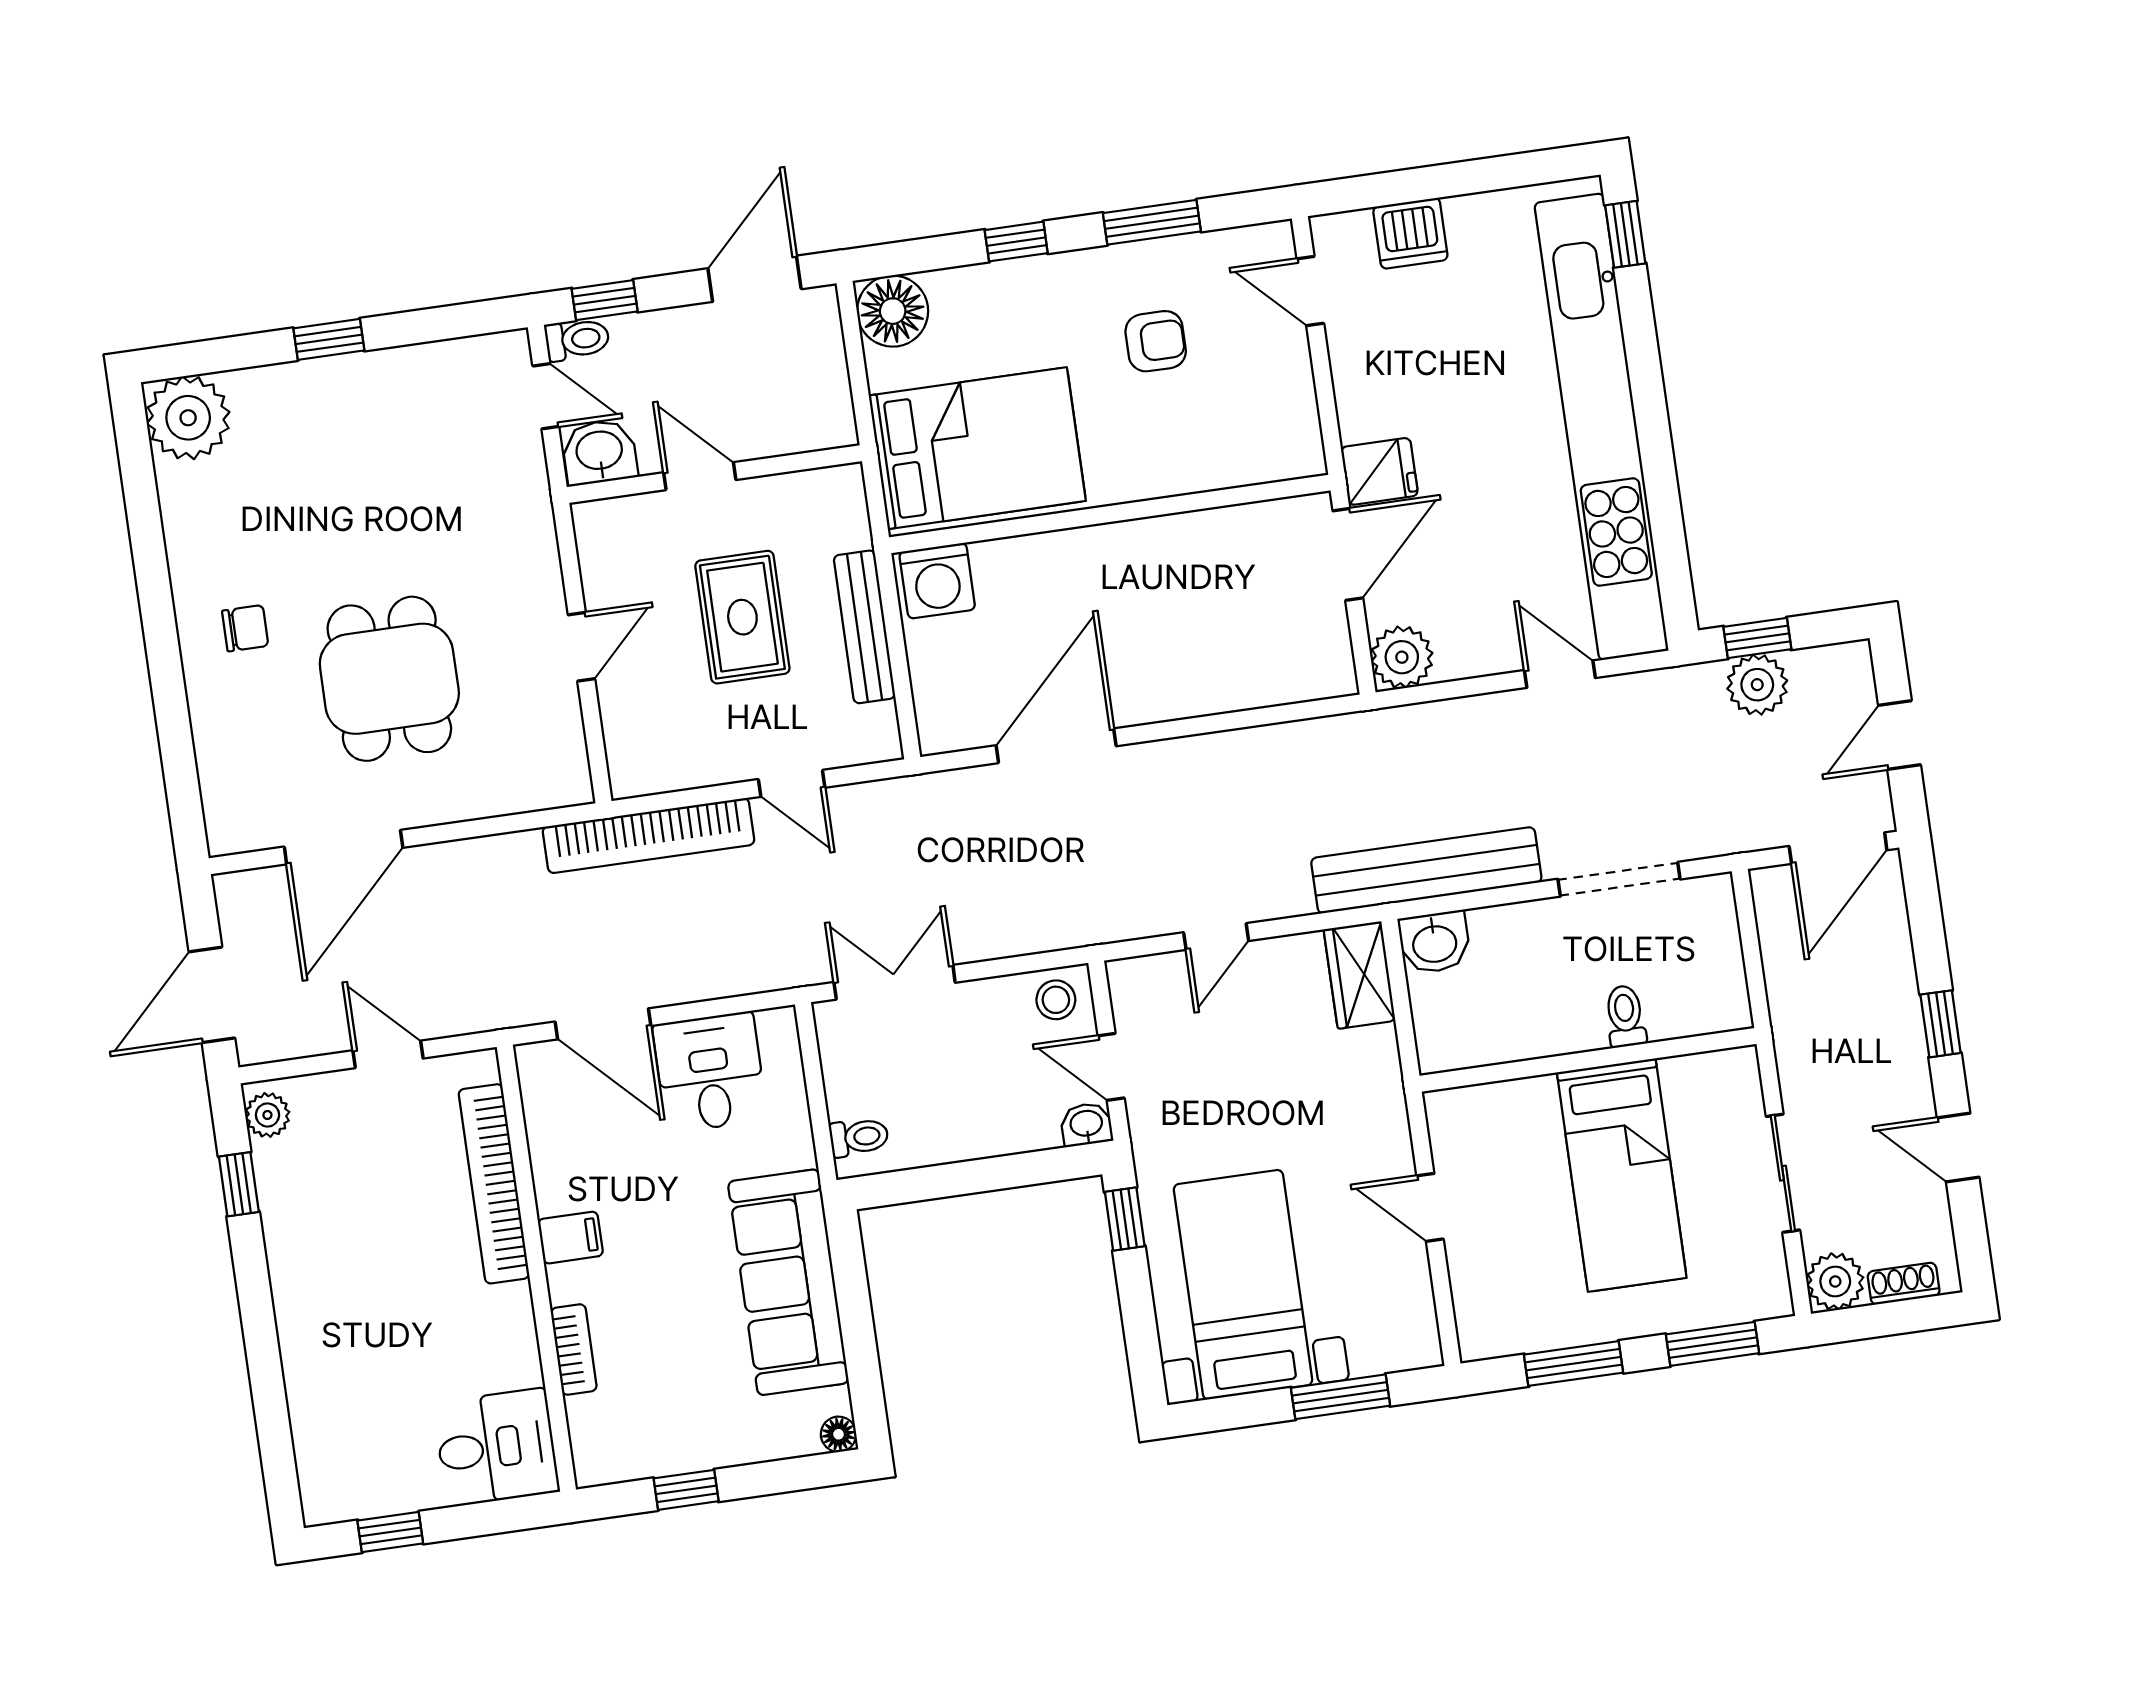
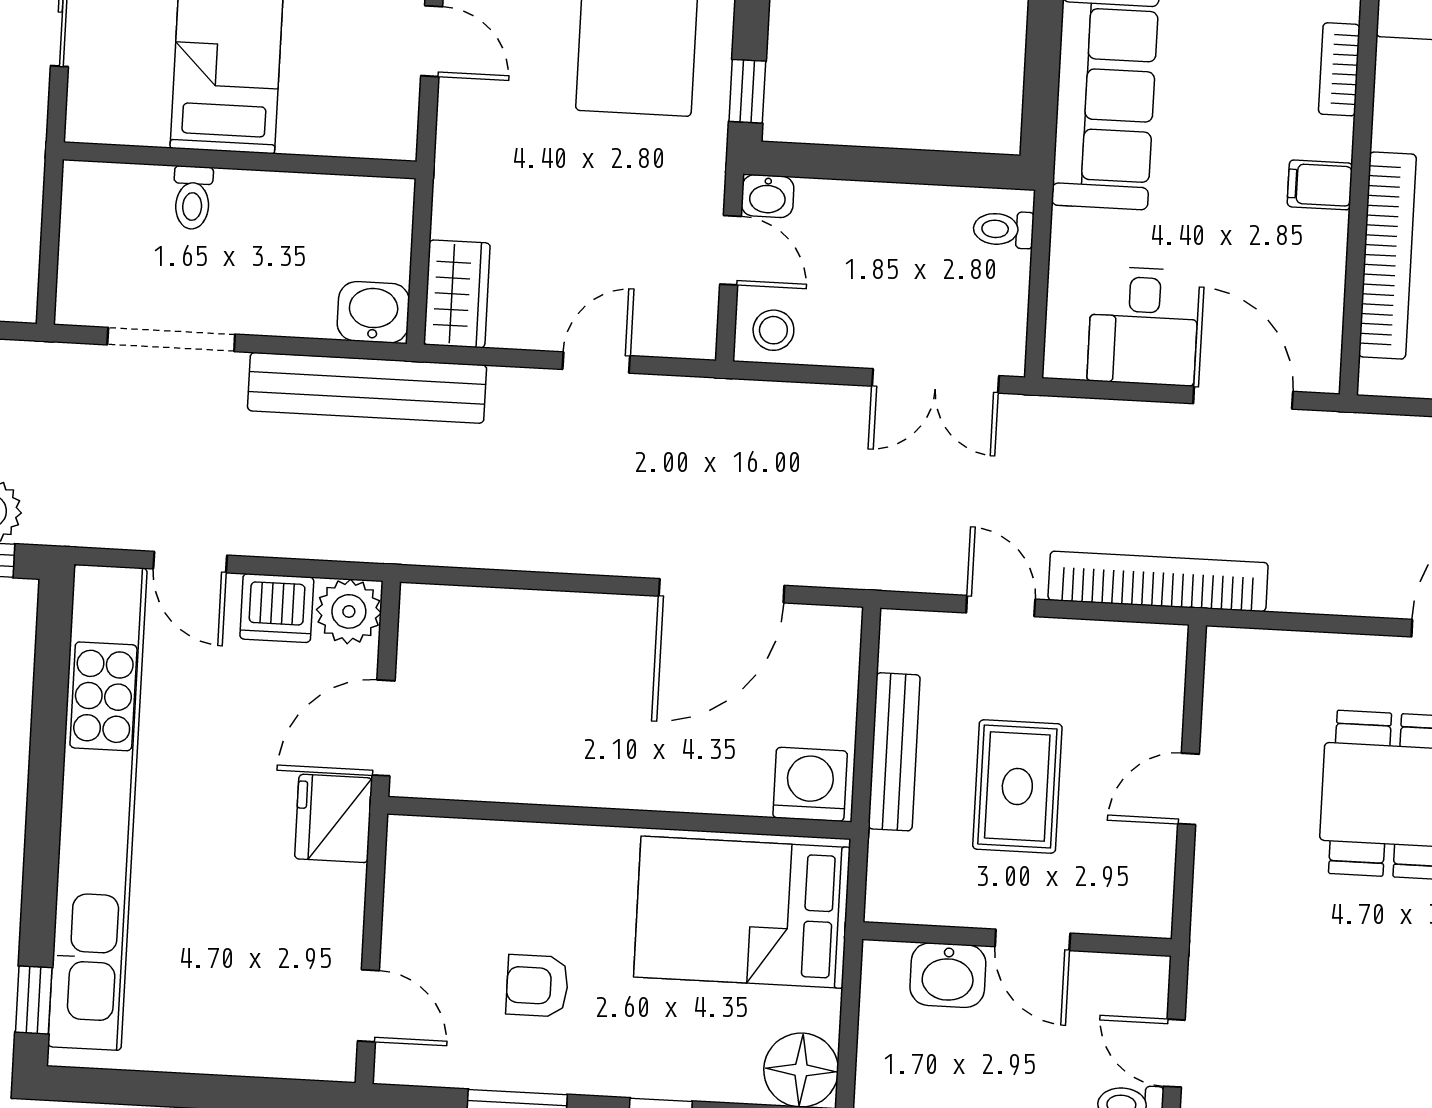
dishwasher: (1410, 233) -> (277, 608), moved, turned 180
washbasin: (599, 452) -> (948, 975), moved
fridge: (1379, 471) -> (333, 818), width x1.38

